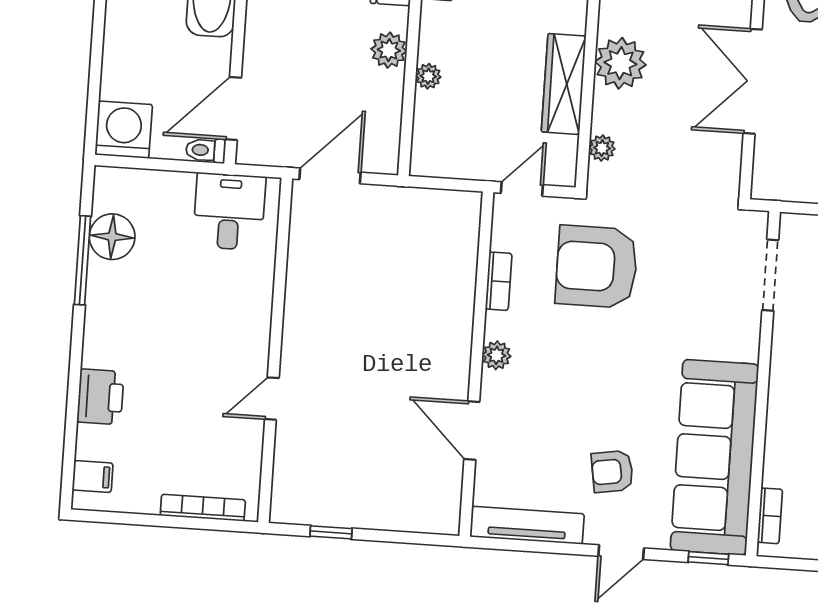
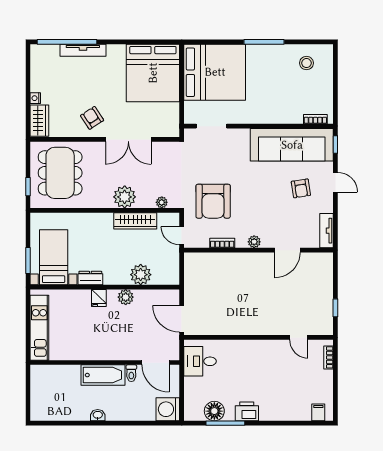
plant: (428, 76) -> (141, 275), width x1.88, depth x1.88
toilet: (206, 150) -> (131, 373), moved
printer: (100, 397) -> (247, 411), moved
door: (272, 399) -> (299, 337), moved
bookcase: (203, 508) -> (329, 357), width x0.64
tv unit: (527, 525) -> (327, 231), width x0.71

